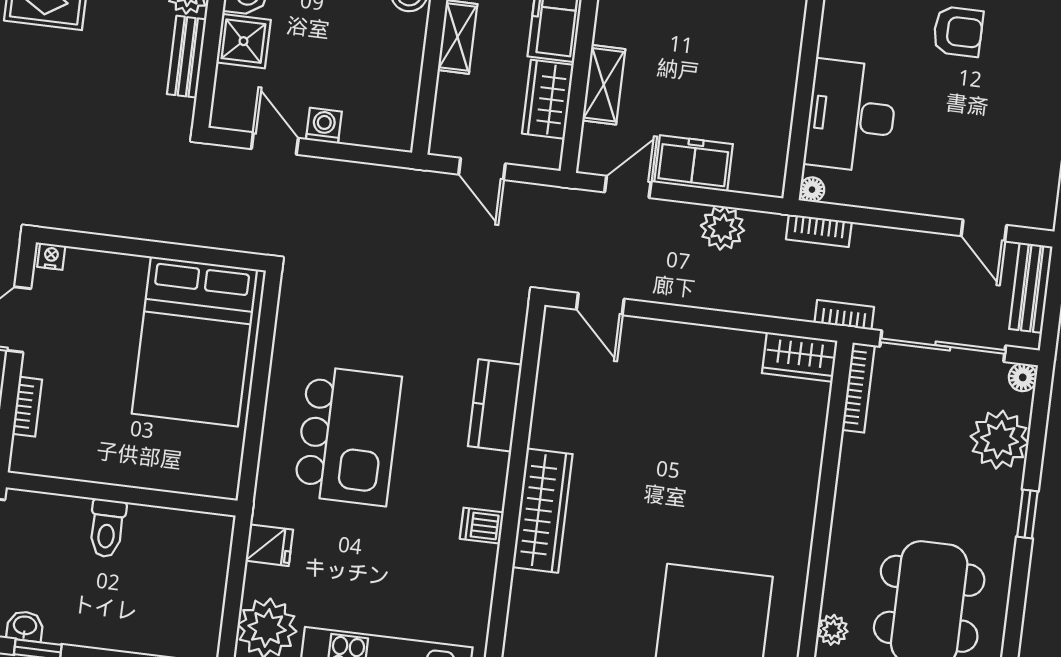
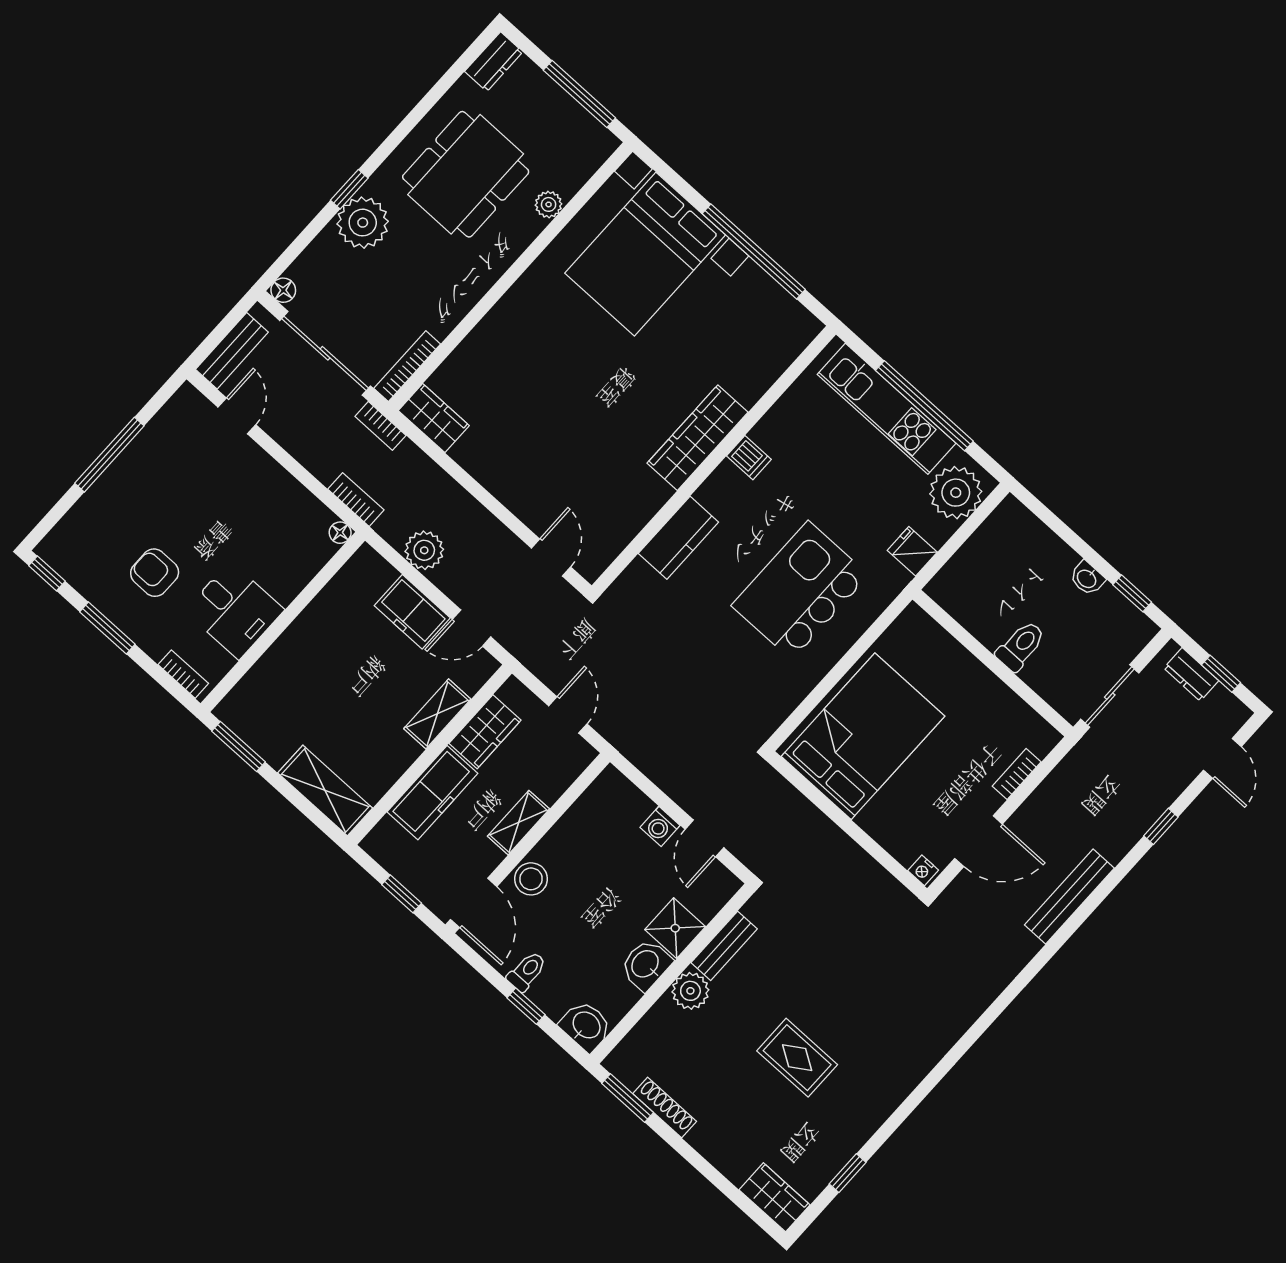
desk: (851, 116) -> (234, 610), moved, width x0.73
plant: (1000, 440) -> (363, 223), moved
washbasin: (25, 626) -> (1087, 578), moved

